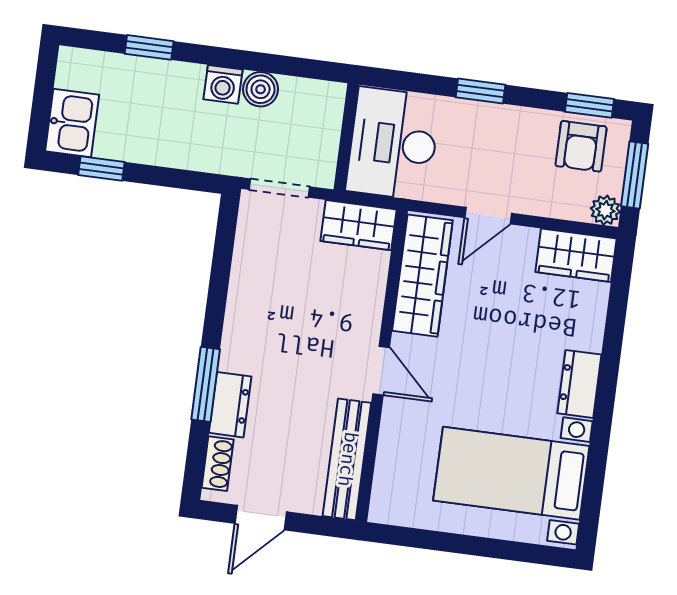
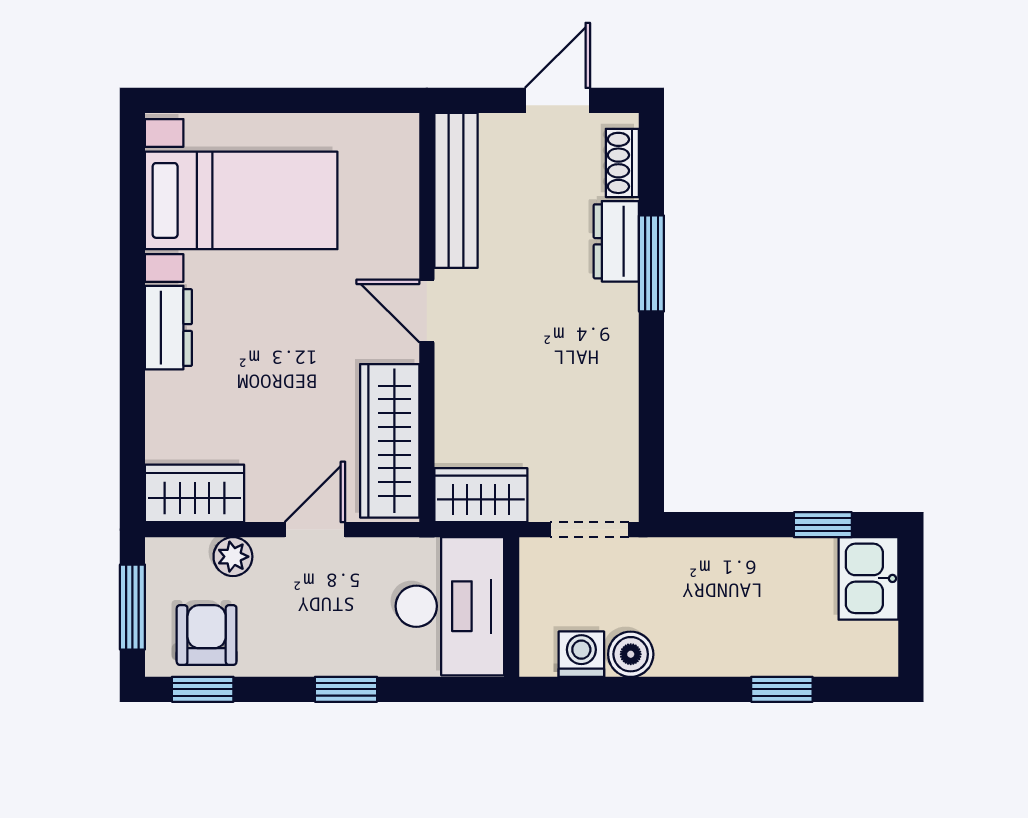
washing machine: (223, 84) -> (581, 654), moved
plant: (605, 210) -> (233, 557), moved

